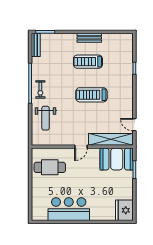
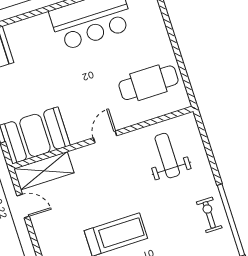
weight bench: (46, 118) -> (167, 156), moved
shelving: (111, 139) -> (44, 171), width x0.68

